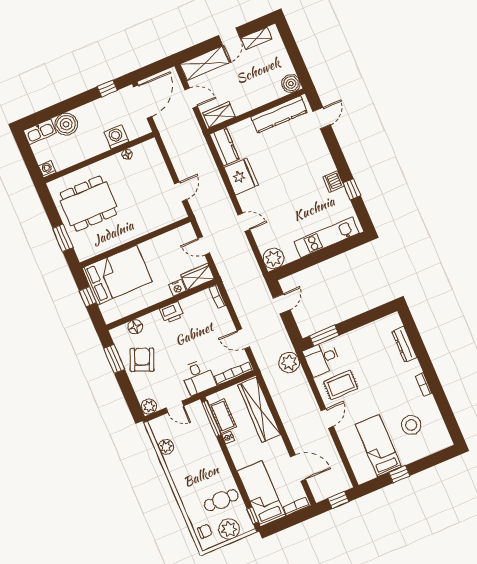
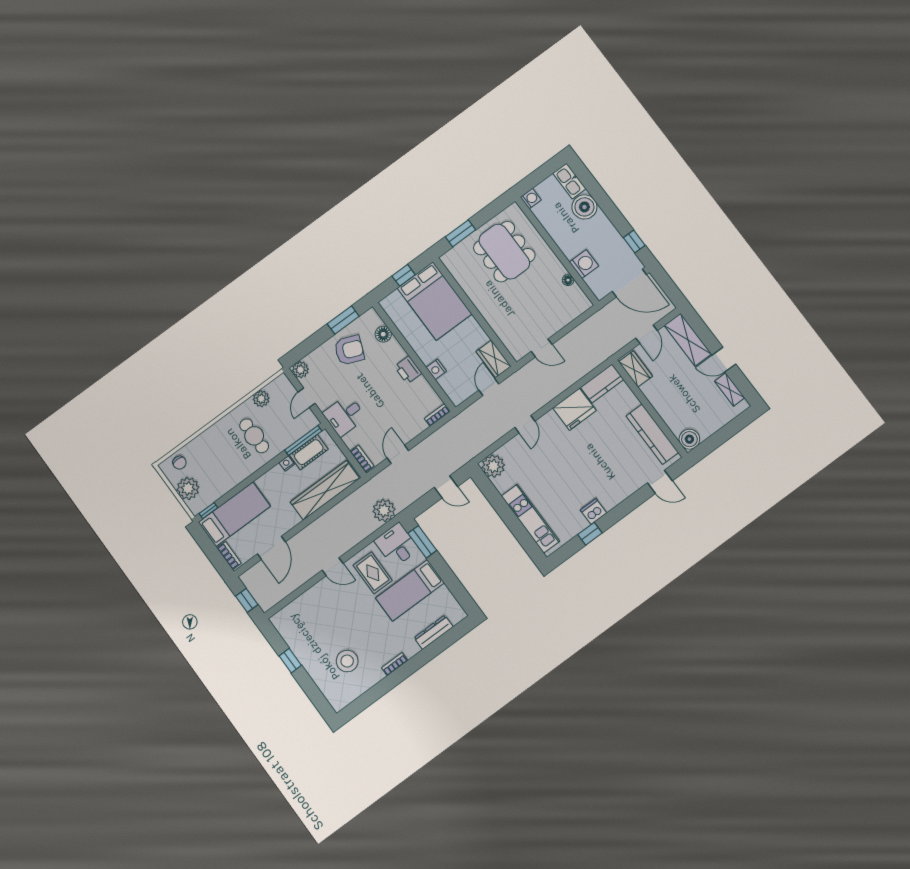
wardrobe: (198, 277) -> (494, 359), moved, turned 180
bookcase: (233, 374) -> (362, 459), width x0.64
bed: (378, 446) -> (410, 590), moved, turned 180
cafe table: (221, 500) -> (254, 436), moved

